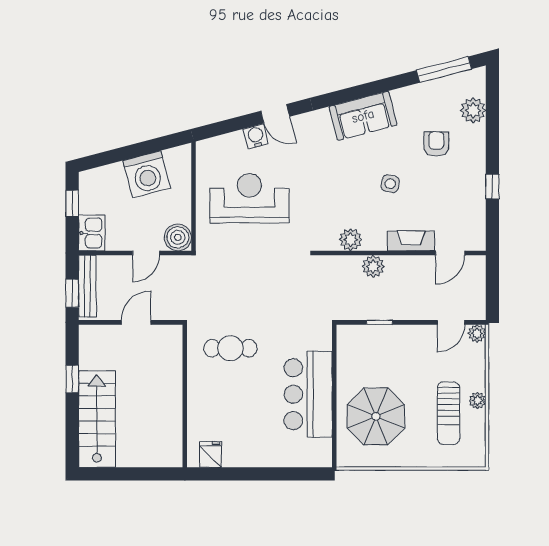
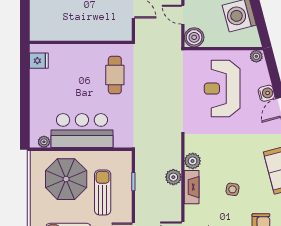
plant: (204, 150) -> (256, 56), added
reception desk: (249, 198) -> (222, 89), turned 180
fireplace: (411, 241) -> (192, 187), moved
sun lounger: (395, 365) -> (103, 192), added
plant: (324, 447) -> (44, 142), added

